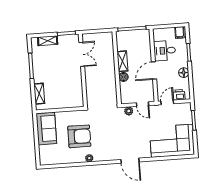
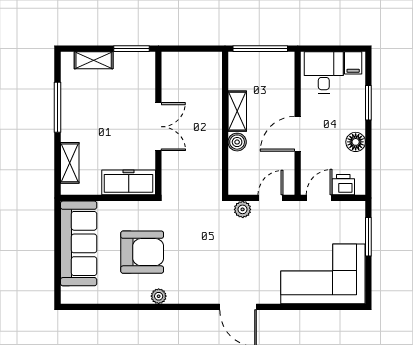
desk: (165, 51) -> (324, 72), moved, turned 90
double door: (82, 54) -> (158, 127), moved
freezer: (70, 101) -> (129, 182), added
door: (142, 104) -> (271, 198), swing flipped
sofa: (46, 129) -> (79, 243), width x1.36

